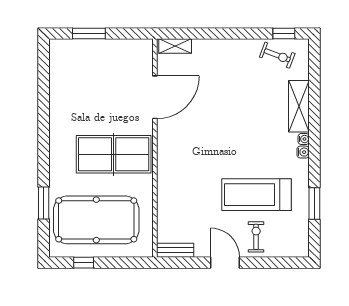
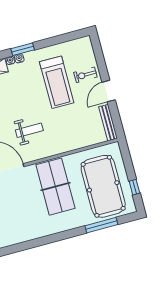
weight bench: (201, 139) -> (29, 130), added
window: (44, 203) -> (101, 225), width x1.44
window: (314, 204) -> (23, 49), moved
bench: (175, 250) -> (108, 123), width x1.36

